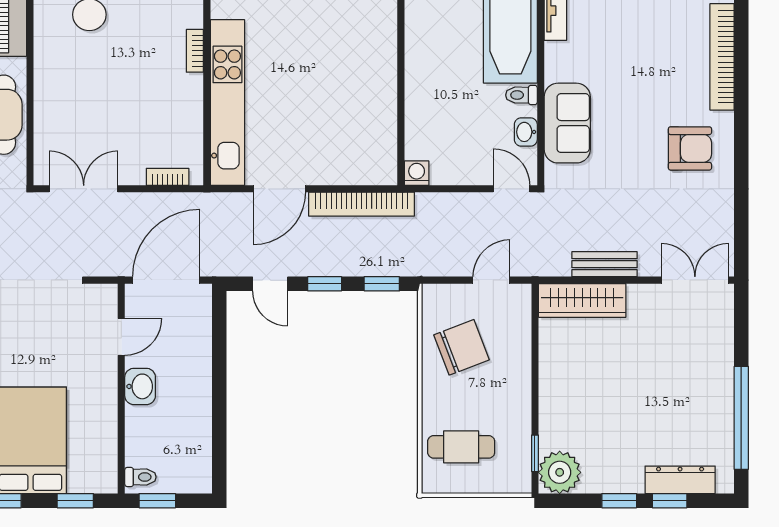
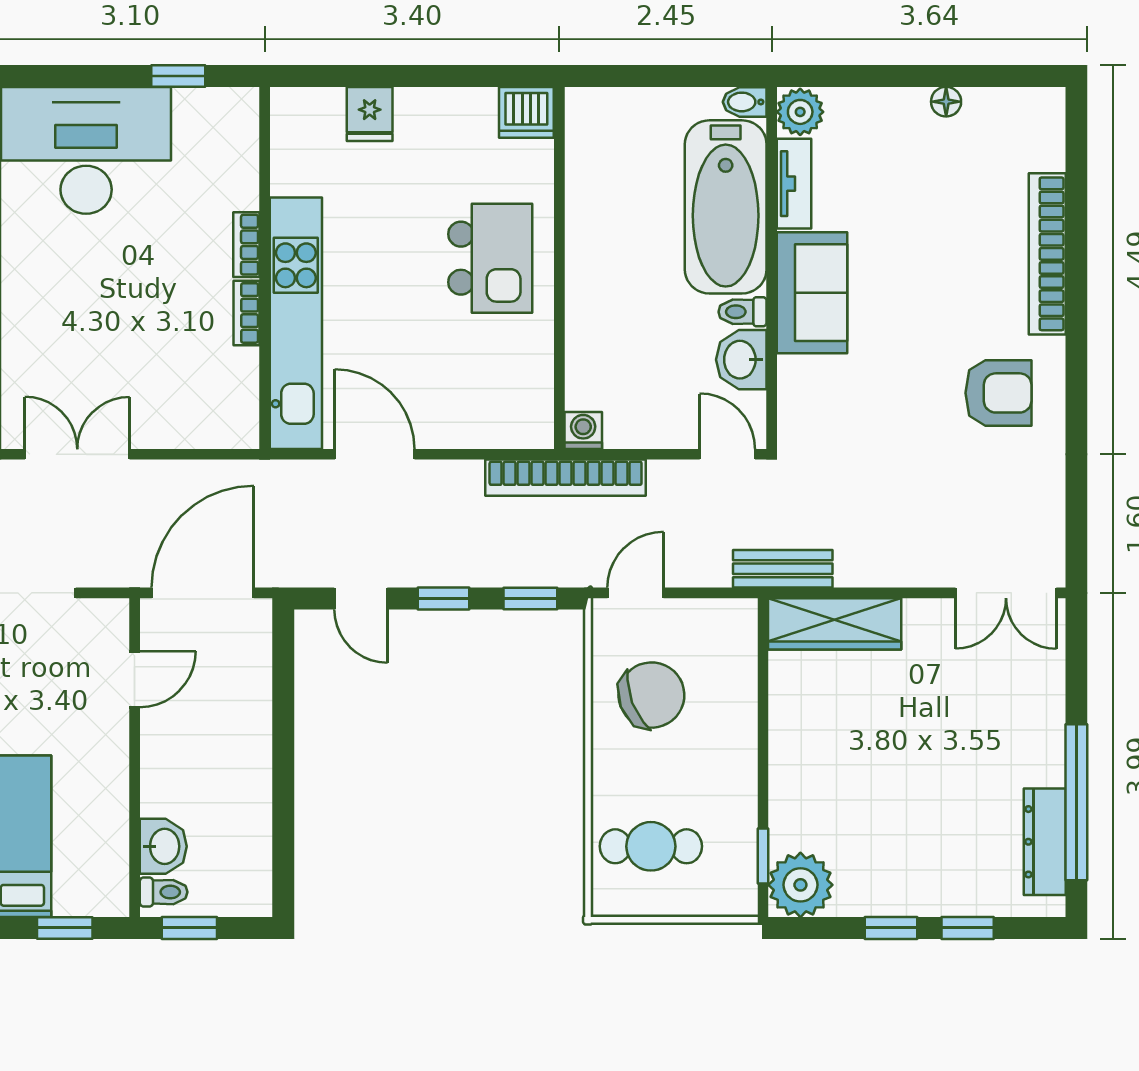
kitchen island: (355, 60) -> (490, 258), added
sofa: (567, 123) -> (812, 293), moved
washbasin: (526, 132) -> (741, 360), width x1.38, depth x1.45
bookcase: (168, 177) -> (247, 313), moved, turned -90
door: (279, 189) -> (375, 454), swing flipped
bookcase: (361, 204) -> (566, 478), moved
bench: (604, 264) -> (783, 569), moved
door: (491, 280) -> (636, 593), moved
double door: (695, 280) -> (1006, 593), swing flipped
washbasin: (140, 386) -> (163, 846), moved
dresser: (680, 480) -> (1045, 842), moved, turned -90

